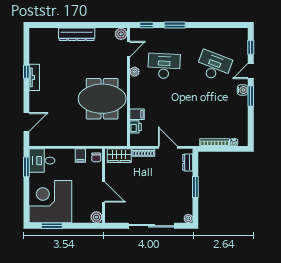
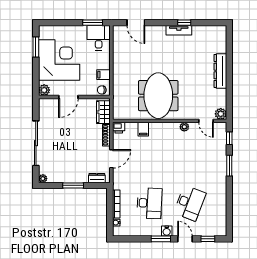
desk: (164, 66) -> (149, 203), moved
printer: (135, 127) -> (119, 128), moved
corner desk: (50, 202) -> (59, 60), moved

